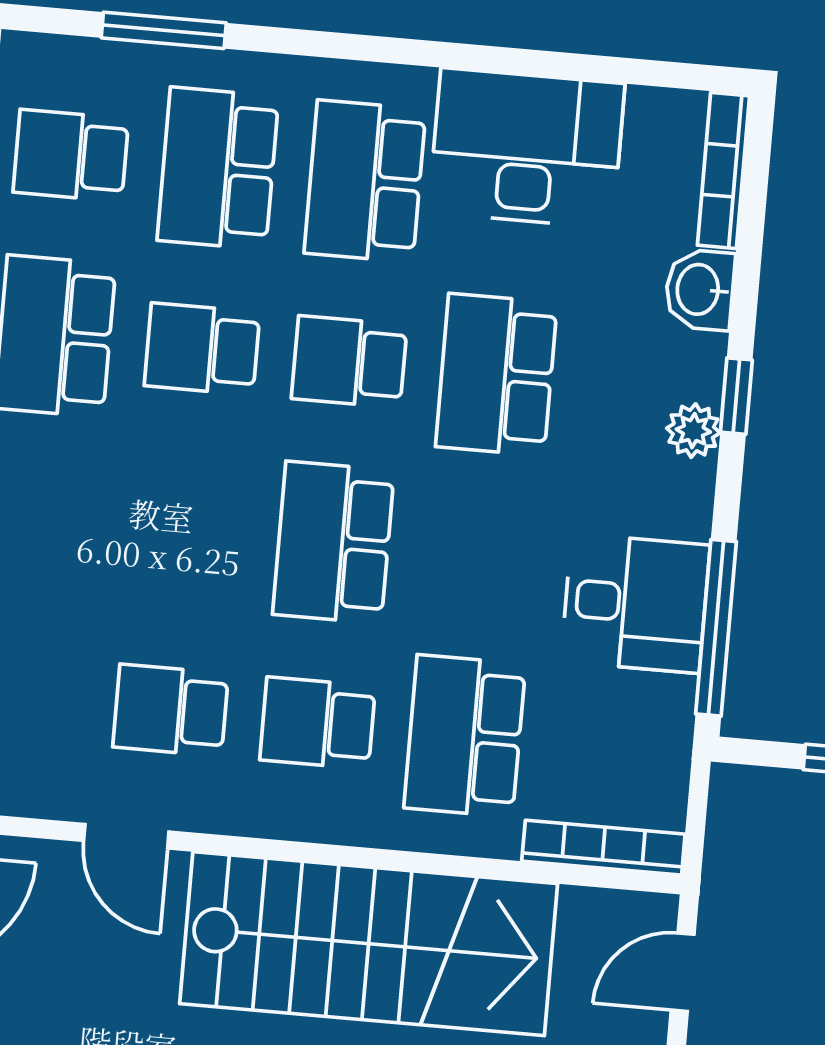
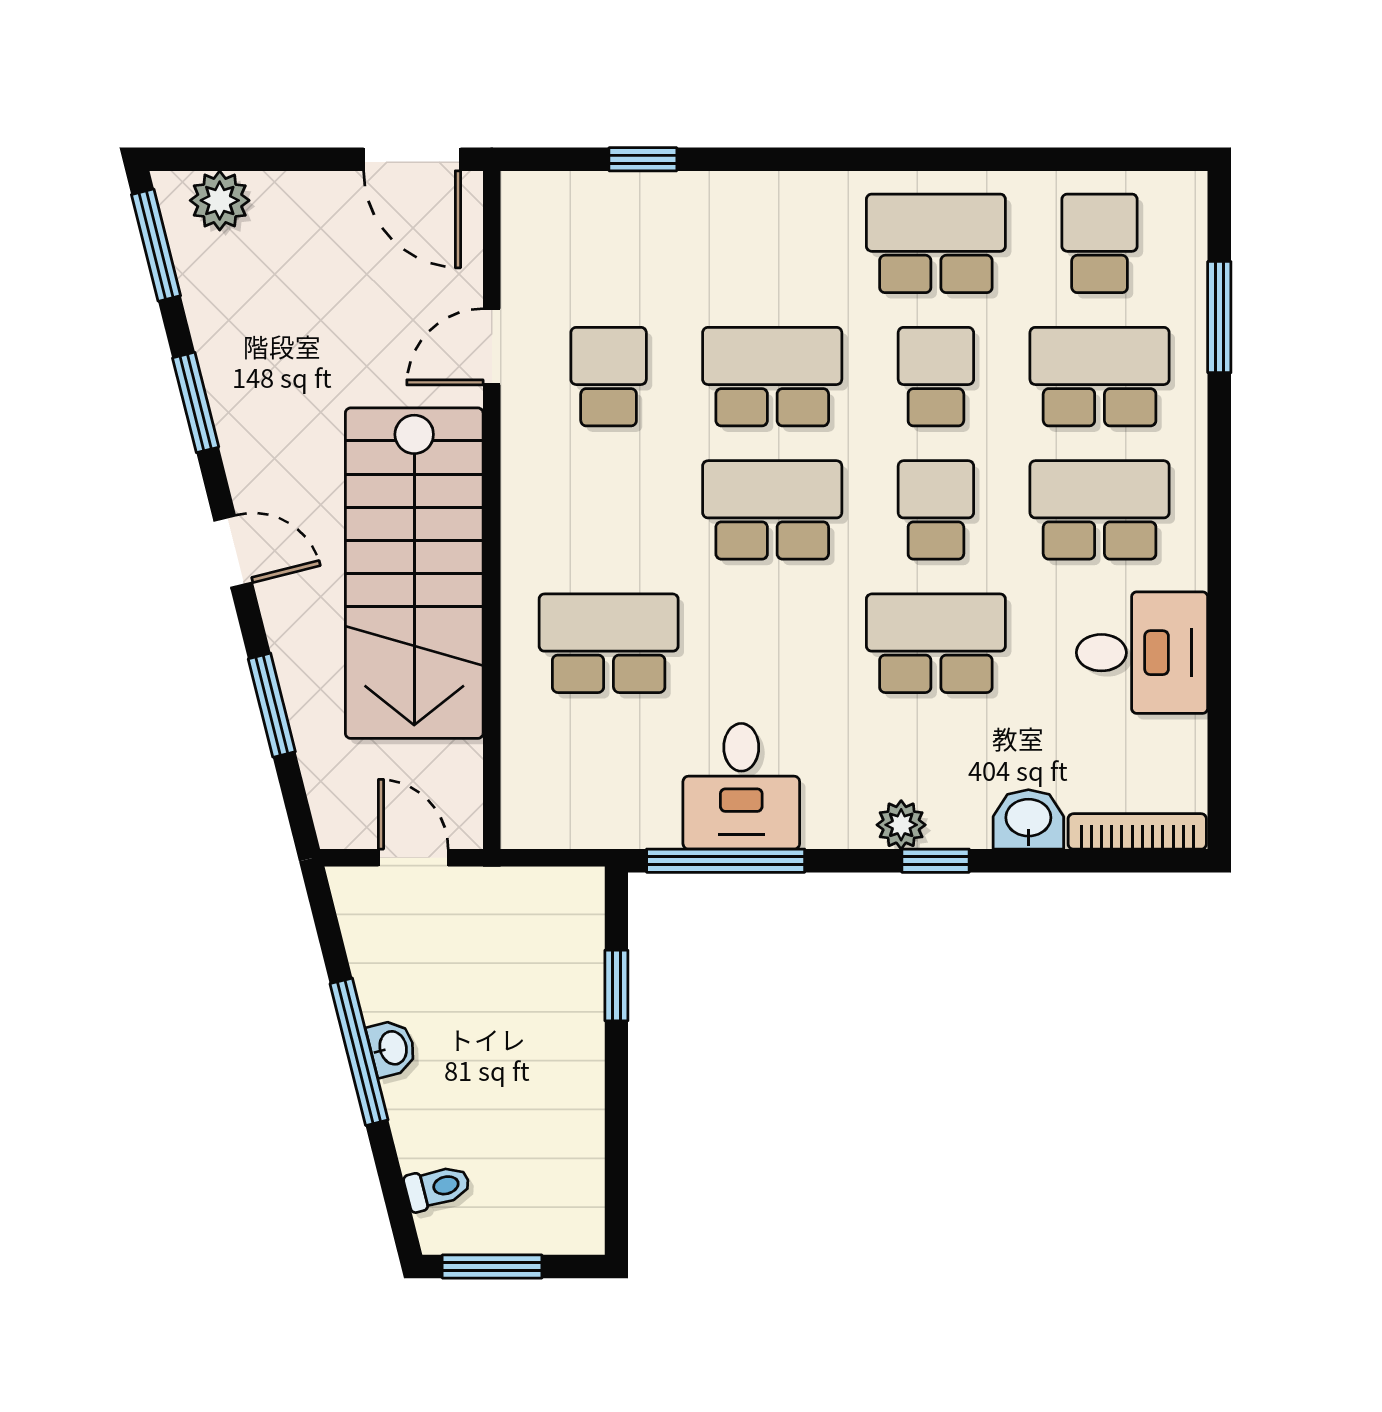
desk: (527, 148) -> (1142, 653), width x0.73
school desk: (318, 723) -> (772, 377), moved, width x1.85
bookcase: (603, 848) -> (519, 777), removed

